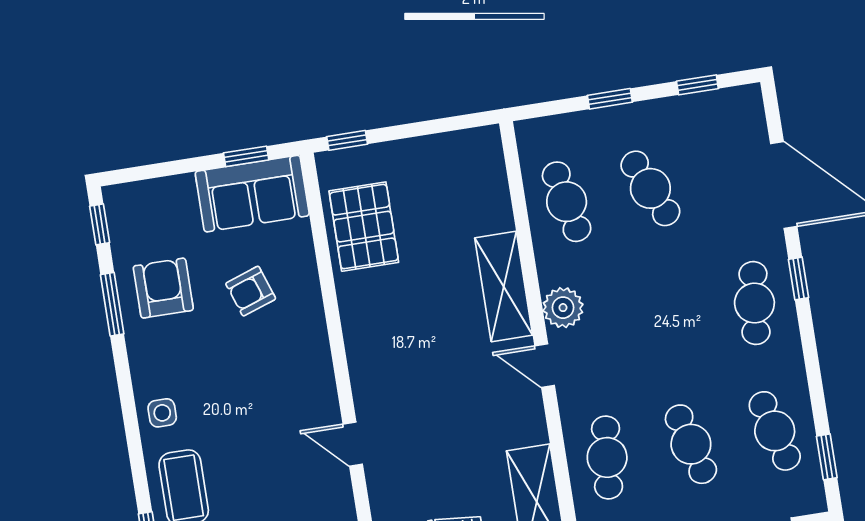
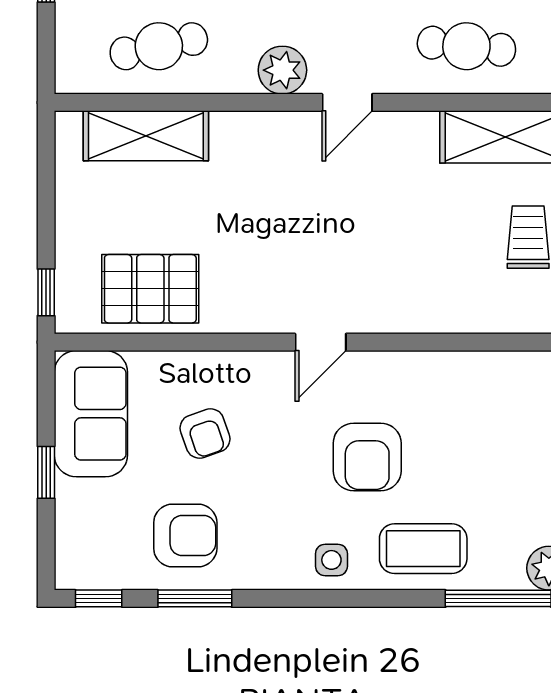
window: (246, 156) -> (46, 472), moved
shelving: (504, 286) -> (146, 136), moved
armchair: (163, 288) -> (185, 536), turned 180
armchair: (252, 429) -> (367, 457), added
door: (353, 444) -> (321, 342), moved

